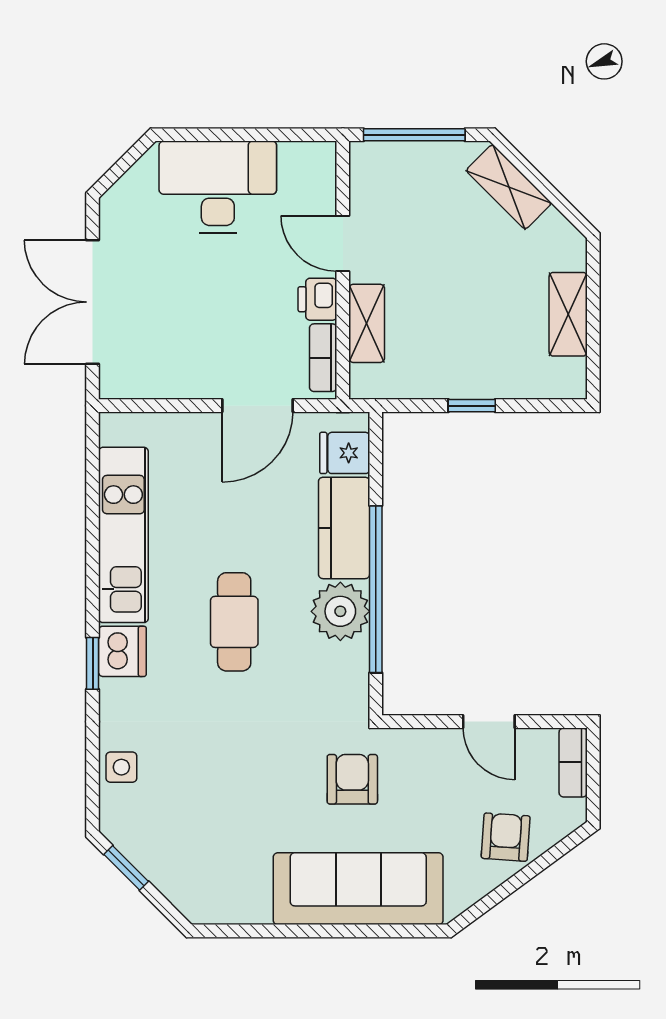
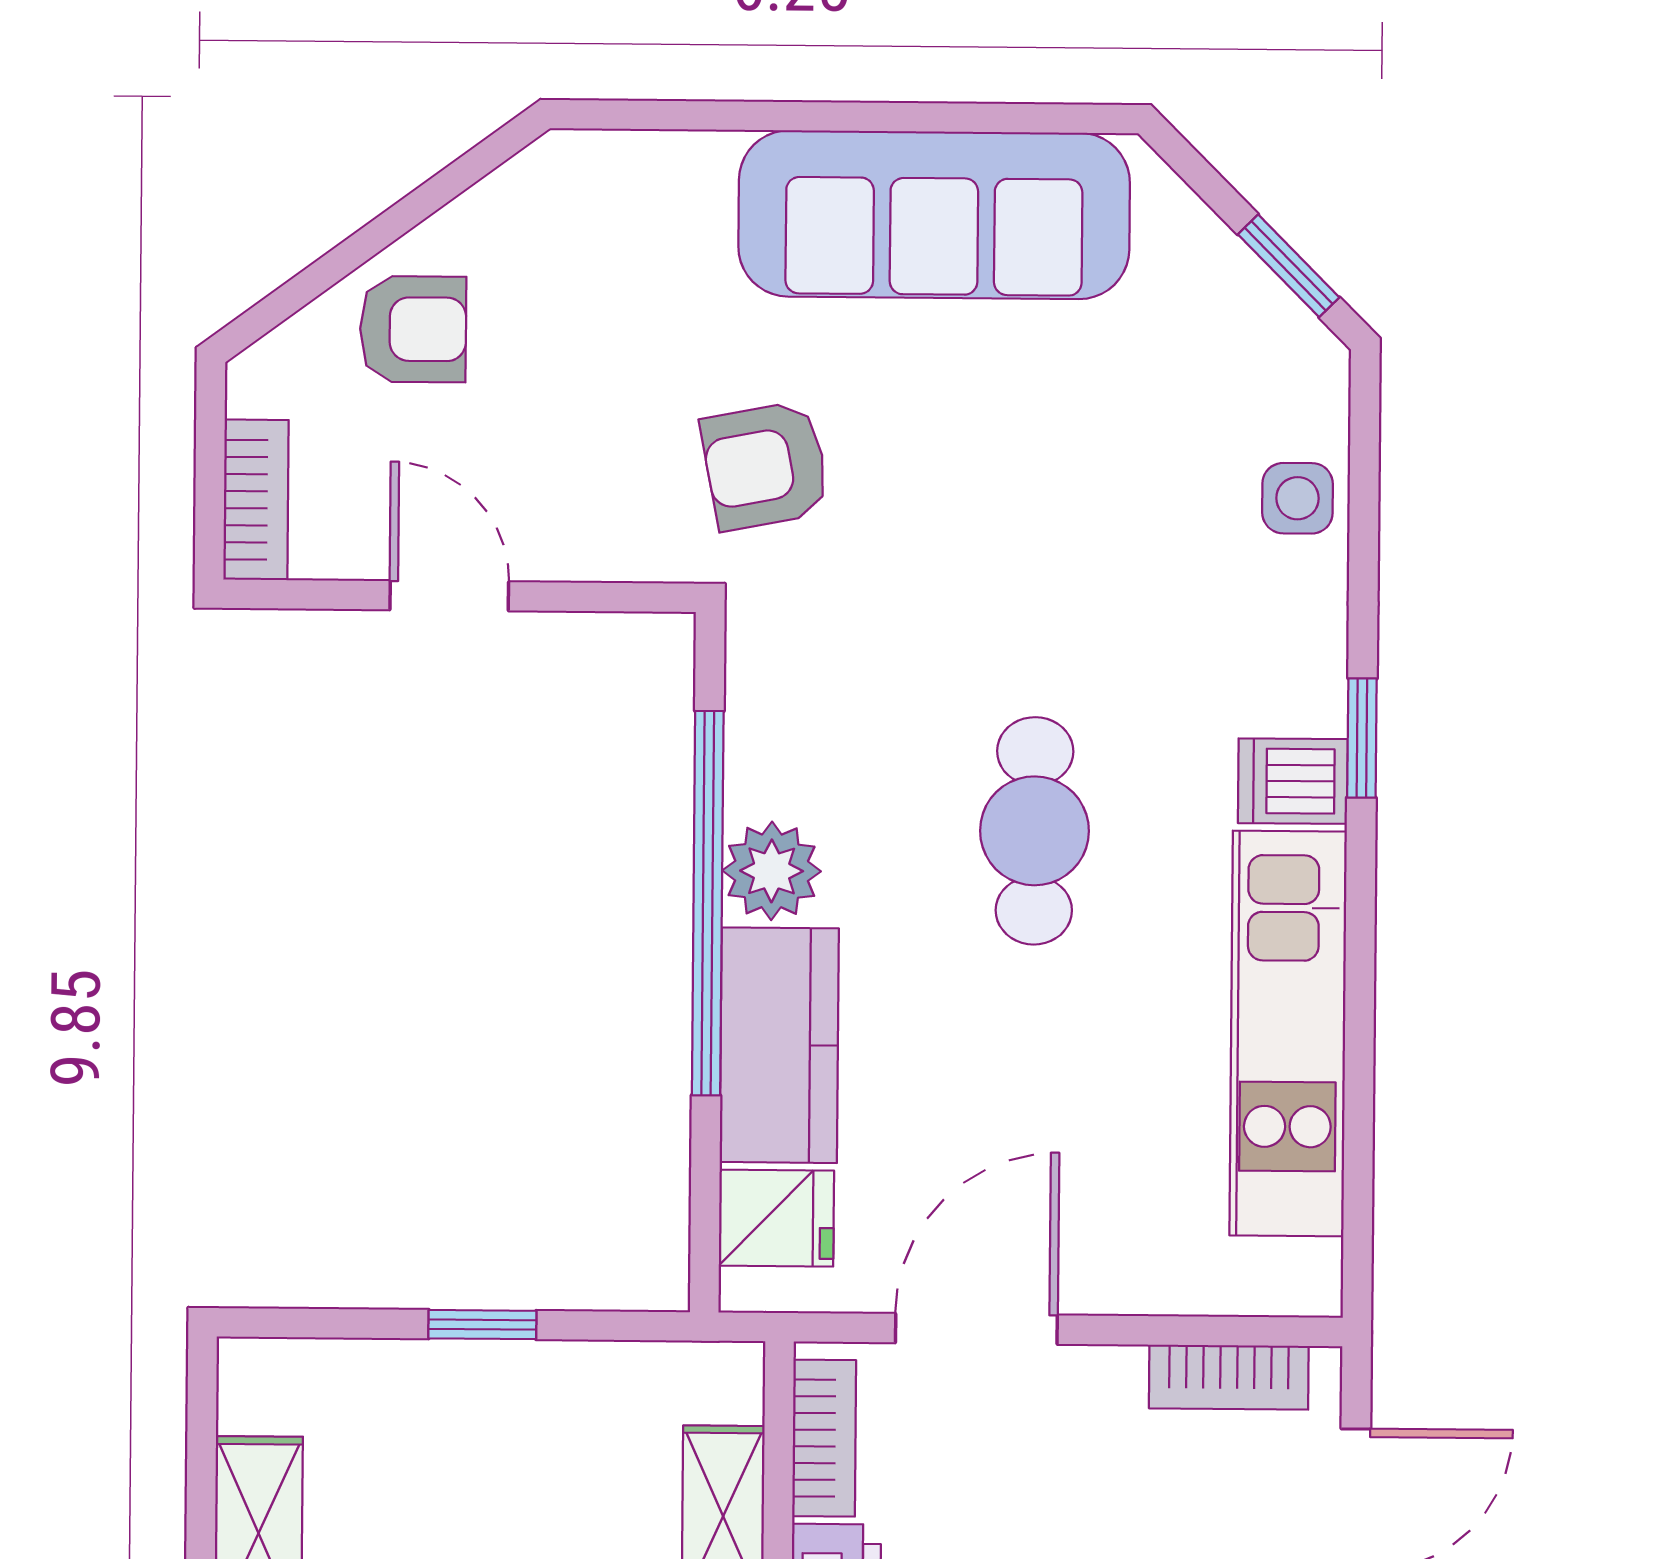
bookcase: (148, 386) -> (1229, 1377), added
plant: (340, 611) -> (772, 871), width x0.73, depth x0.73
dishwasher: (122, 651) -> (1293, 781), width x0.73
armchair: (352, 779) -> (765, 466), turned 79
armchair: (506, 837) -> (413, 329), turned -94
sofa: (358, 889) -> (934, 215), moved

